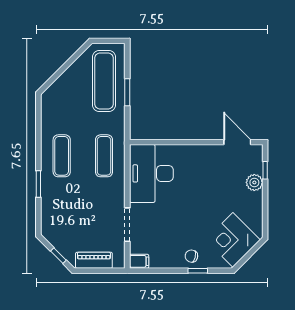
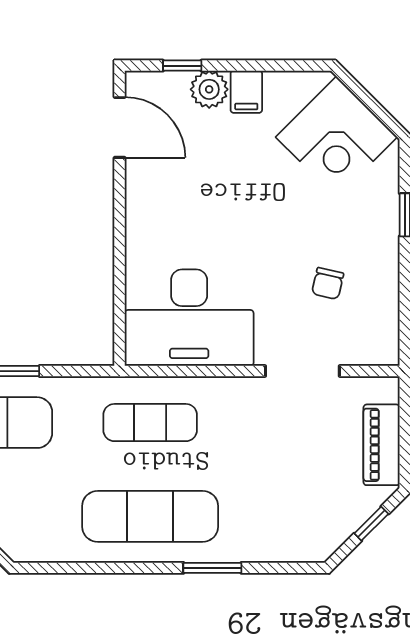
door: (237, 142) -> (120, 127), swing flipped
exercise mat: (62, 156) -> (150, 516), width x1.36, depth x1.45
chair: (191, 256) -> (328, 283), moved
filing cabinet: (139, 261) -> (246, 92), moved, turned 180

